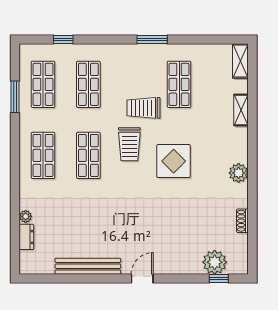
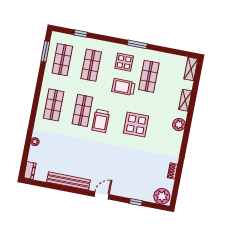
display table: (137, 70) -> (124, 62), added
window: (15, 97) -> (45, 51), moved
trolley: (129, 144) -> (101, 121), moved
plant: (239, 173) -> (179, 125), moved
dresser: (26, 237) -> (30, 170), moved
plant: (215, 262) -> (162, 196), moved
window: (219, 279) -> (136, 202), moved

